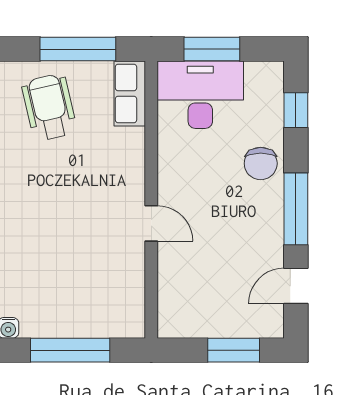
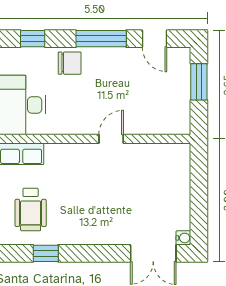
wheelchair: (49, 107) -> (31, 209), turned -77
window: (70, 350) -> (199, 195), removed

